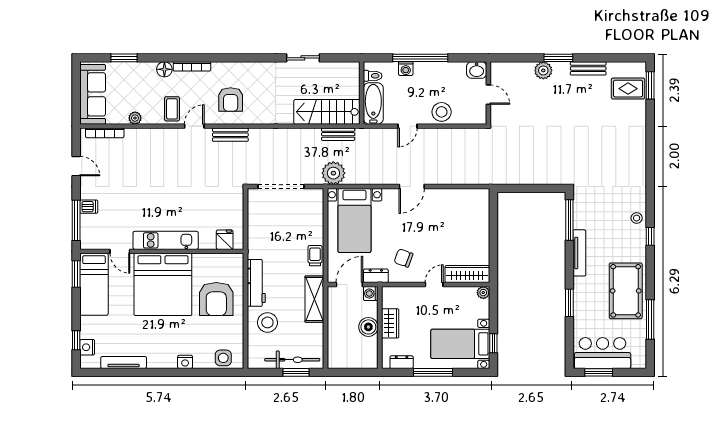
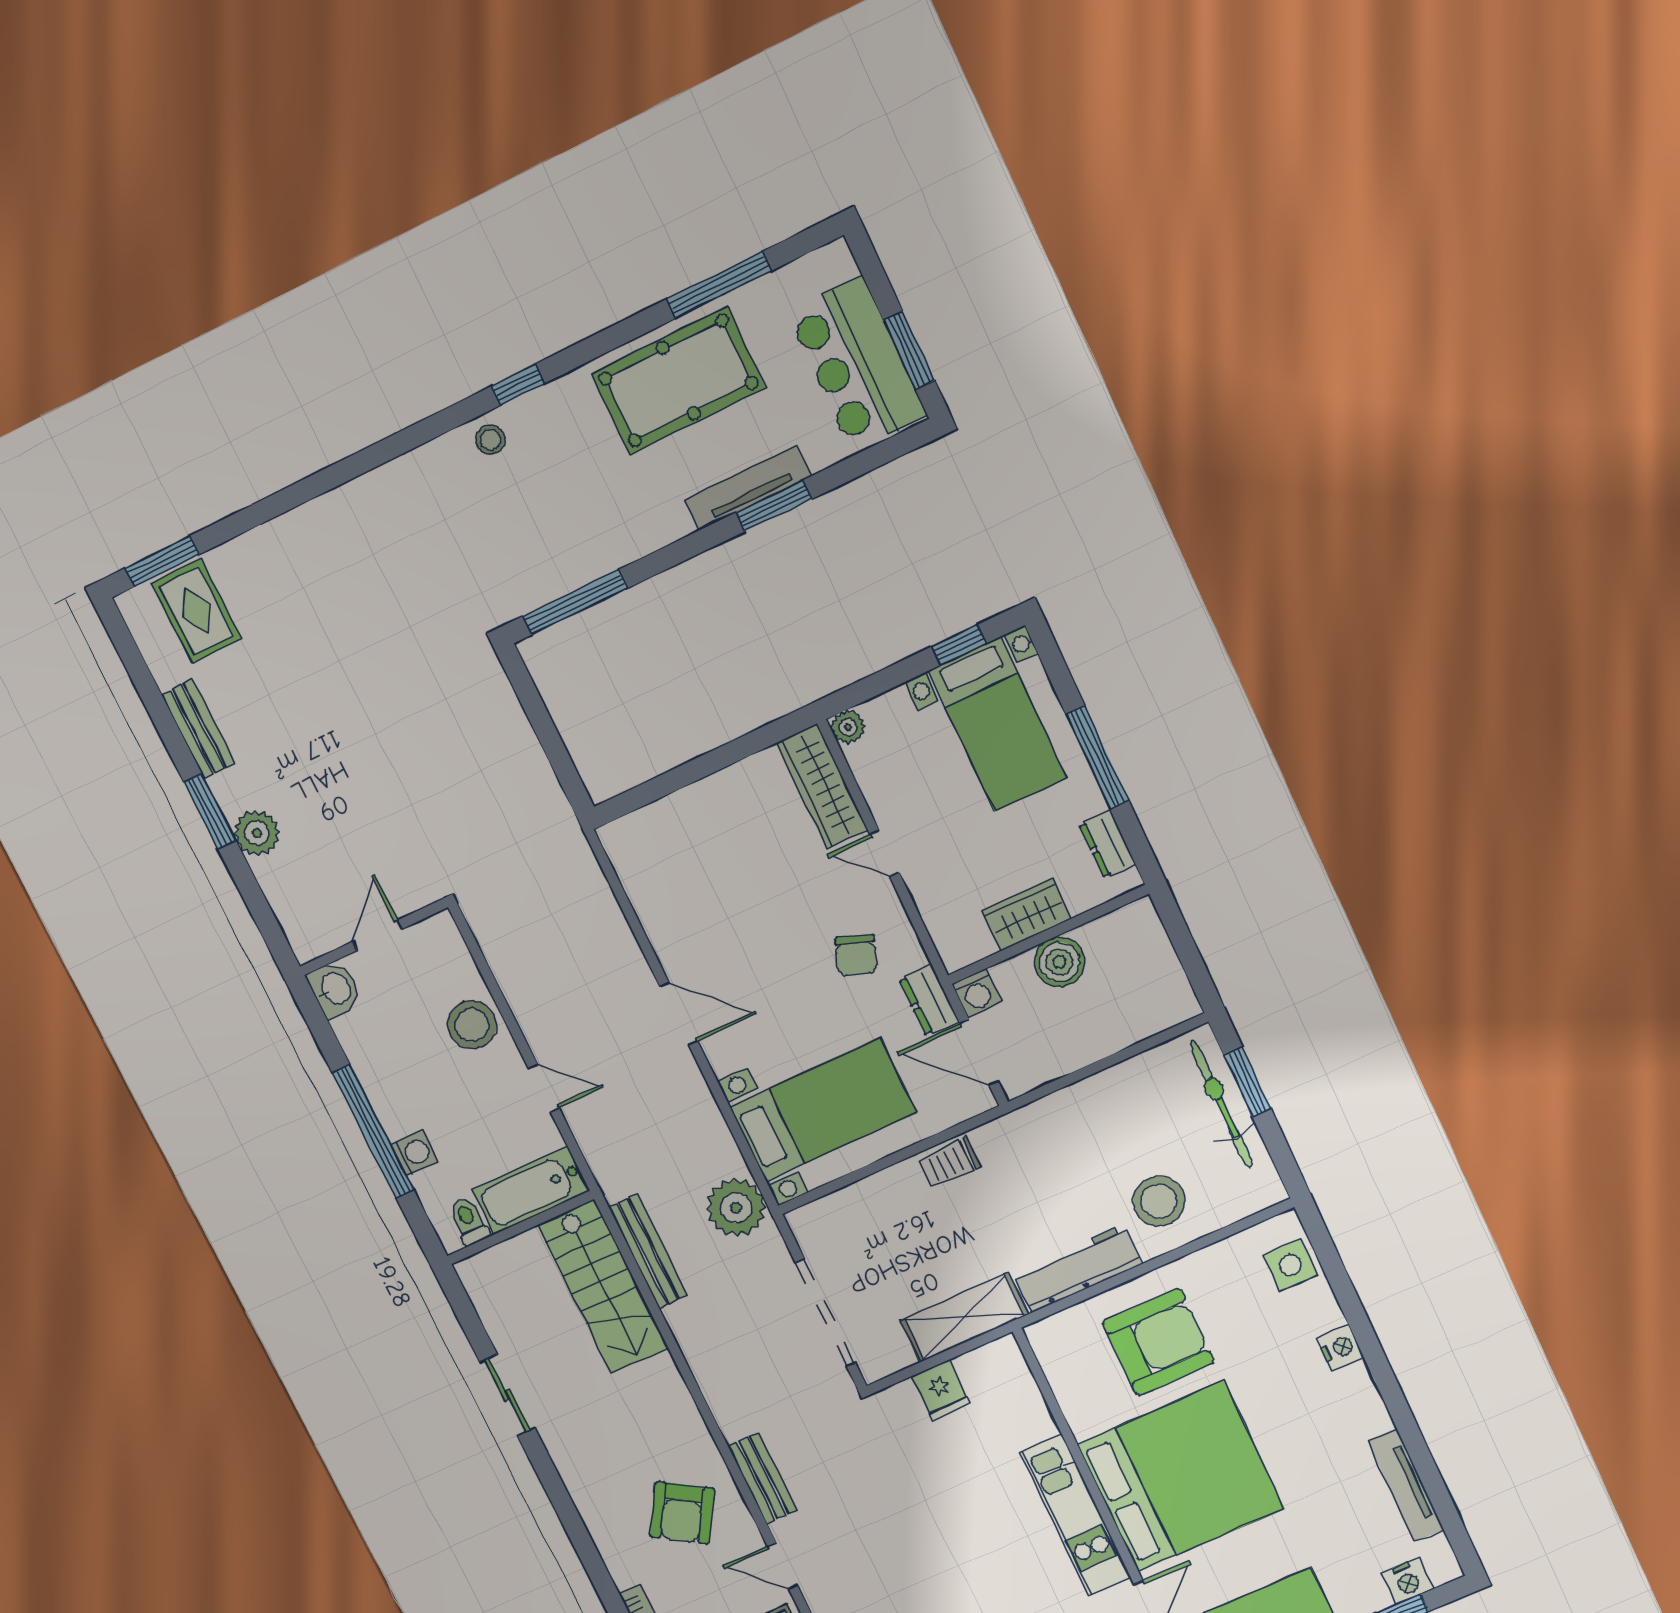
armchair: (231, 100) -> (682, 1513), turned 122
bench: (338, 134) -> (648, 1251), width x1.36
fridge: (225, 240) -> (941, 1390), moved, turned -90
tv unit: (579, 253) -> (748, 488), moved
shelving: (314, 299) -> (964, 1317), moved

